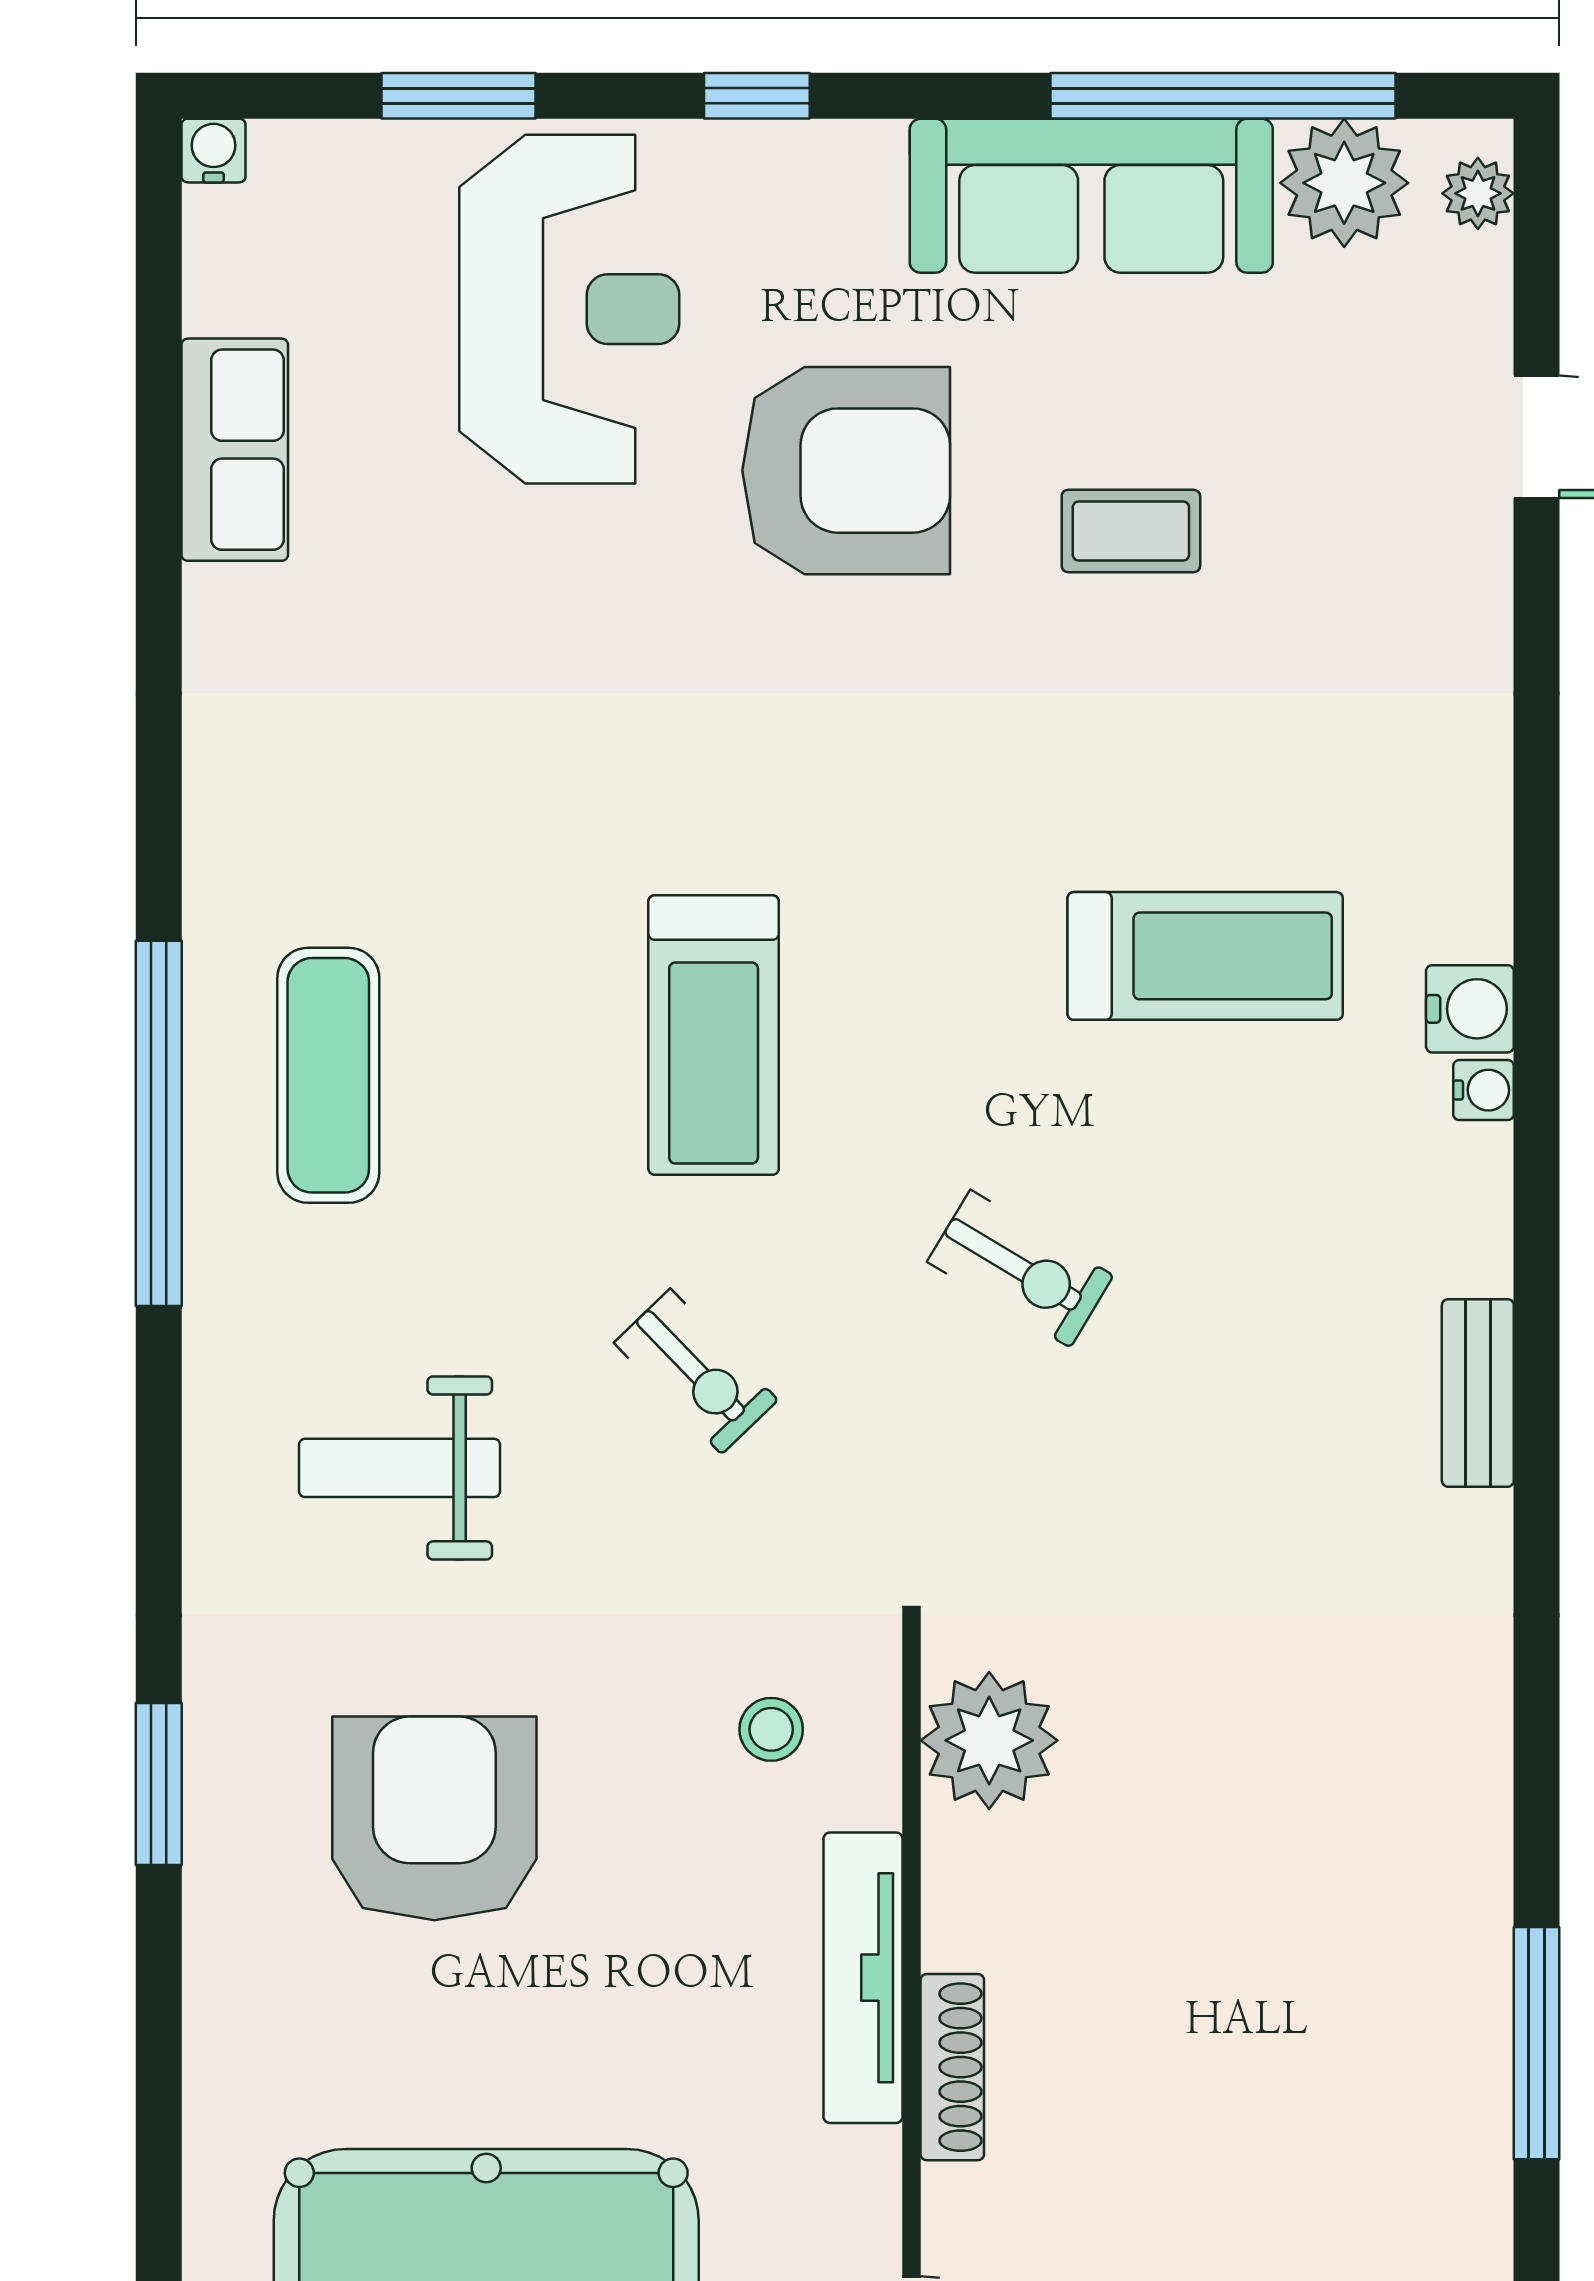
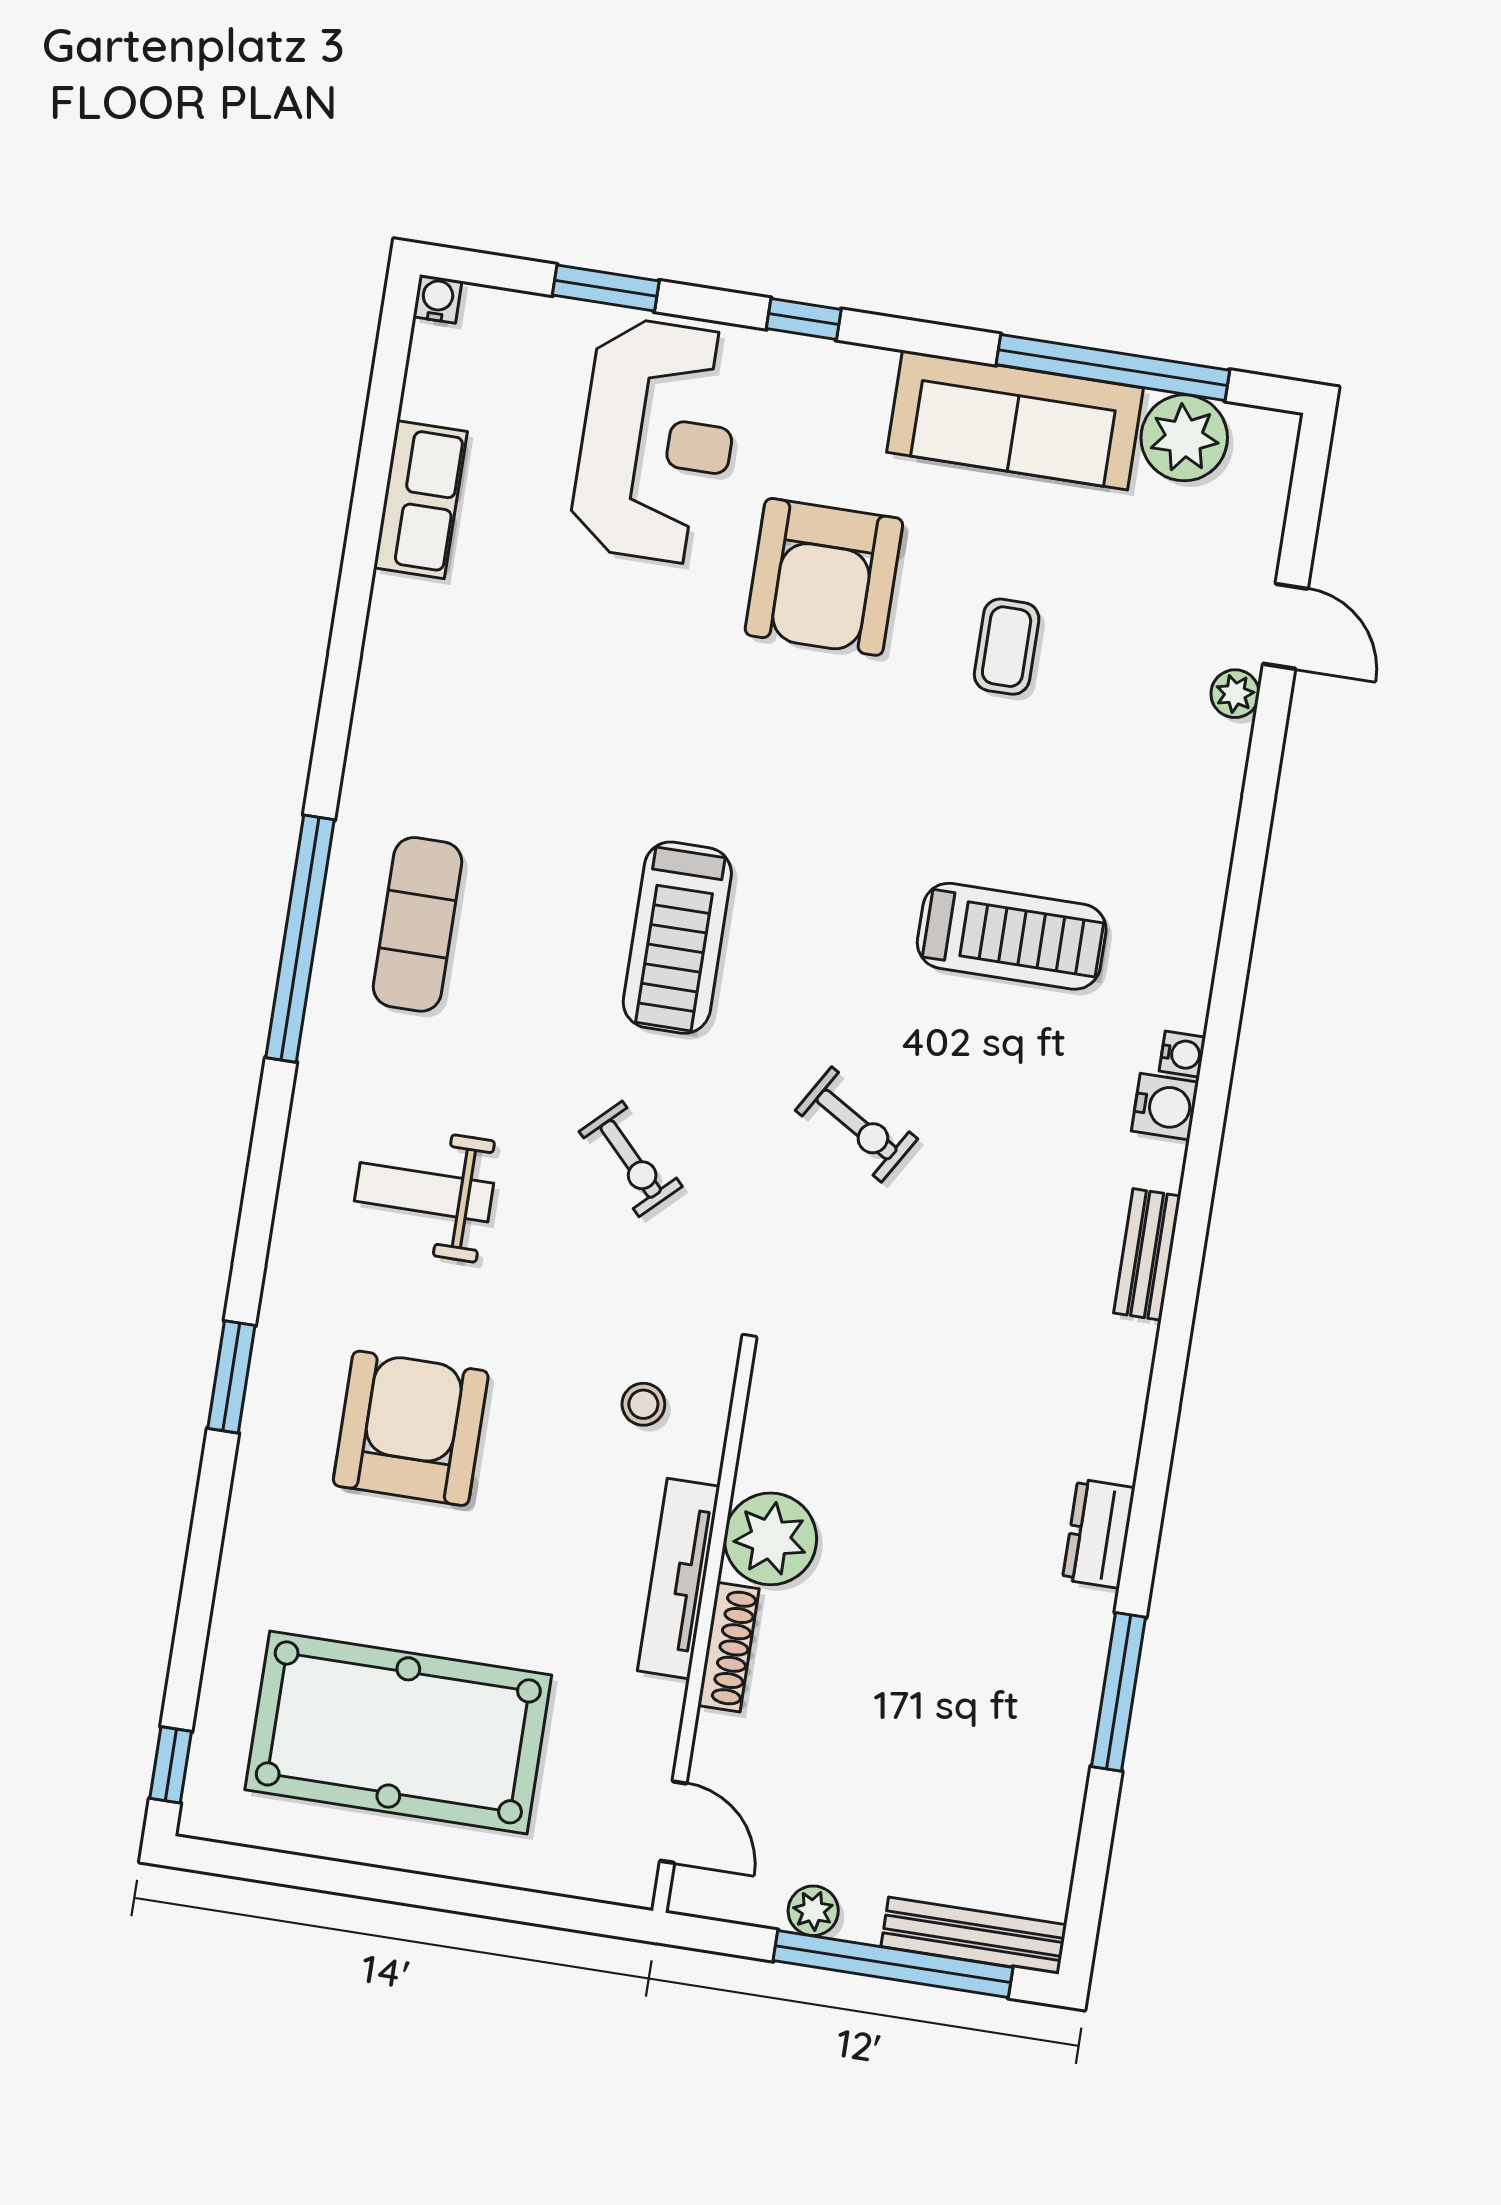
plant: (1478, 193) -> (1235, 694), moved
armchair: (846, 471) -> (824, 577), turned 90
coffee table: (1131, 531) -> (1007, 647), turned 90
water cooler: (1470, 1009) -> (1165, 1107), moved
plant: (989, 1740) -> (770, 1539), moved
dresser: (1471, 1815) -> (1099, 1534), added

